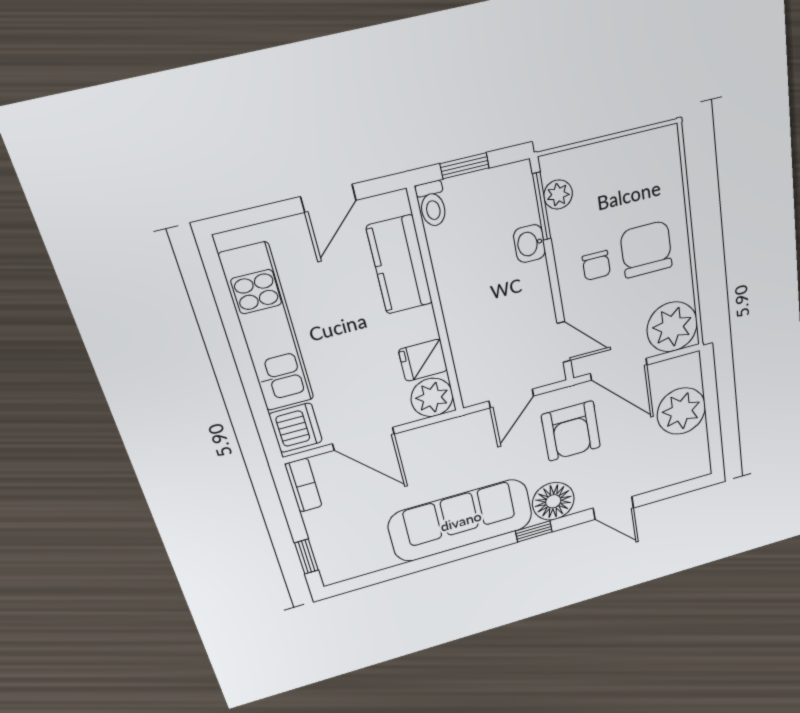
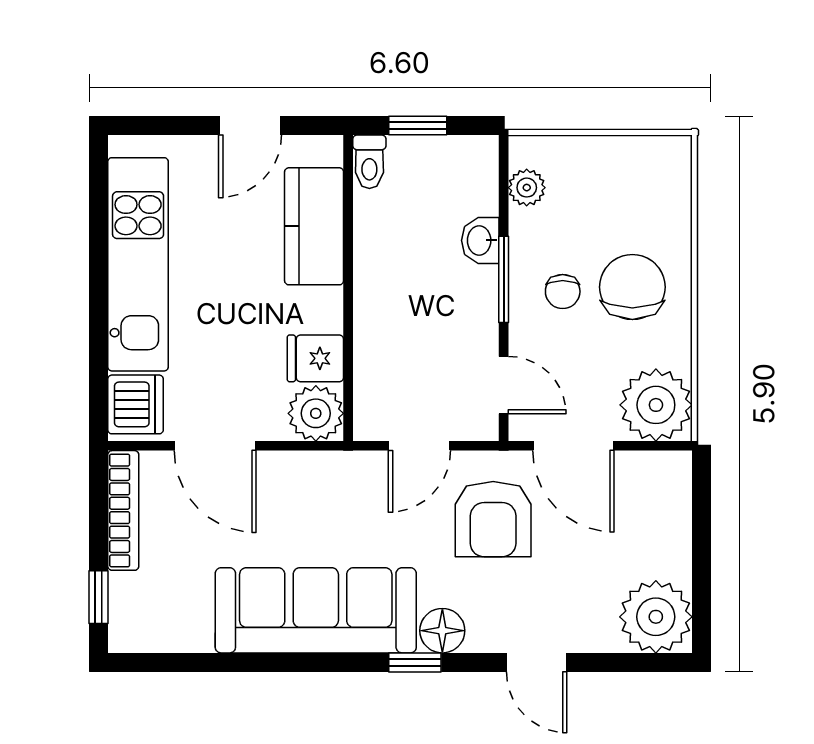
window: (542, 206) -> (504, 279), moved
plant: (681, 411) -> (656, 617), moved
bookcase: (304, 485) -> (123, 510), width x1.56
floor lamp: (553, 501) -> (442, 631), width x0.73, depth x0.73

